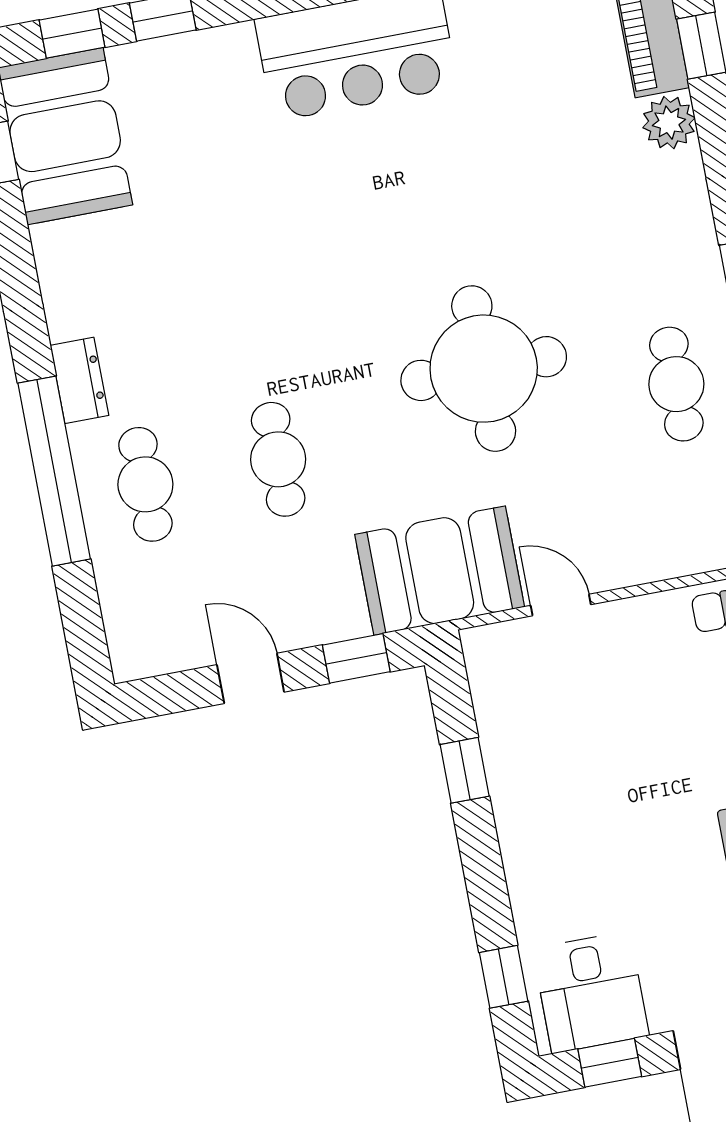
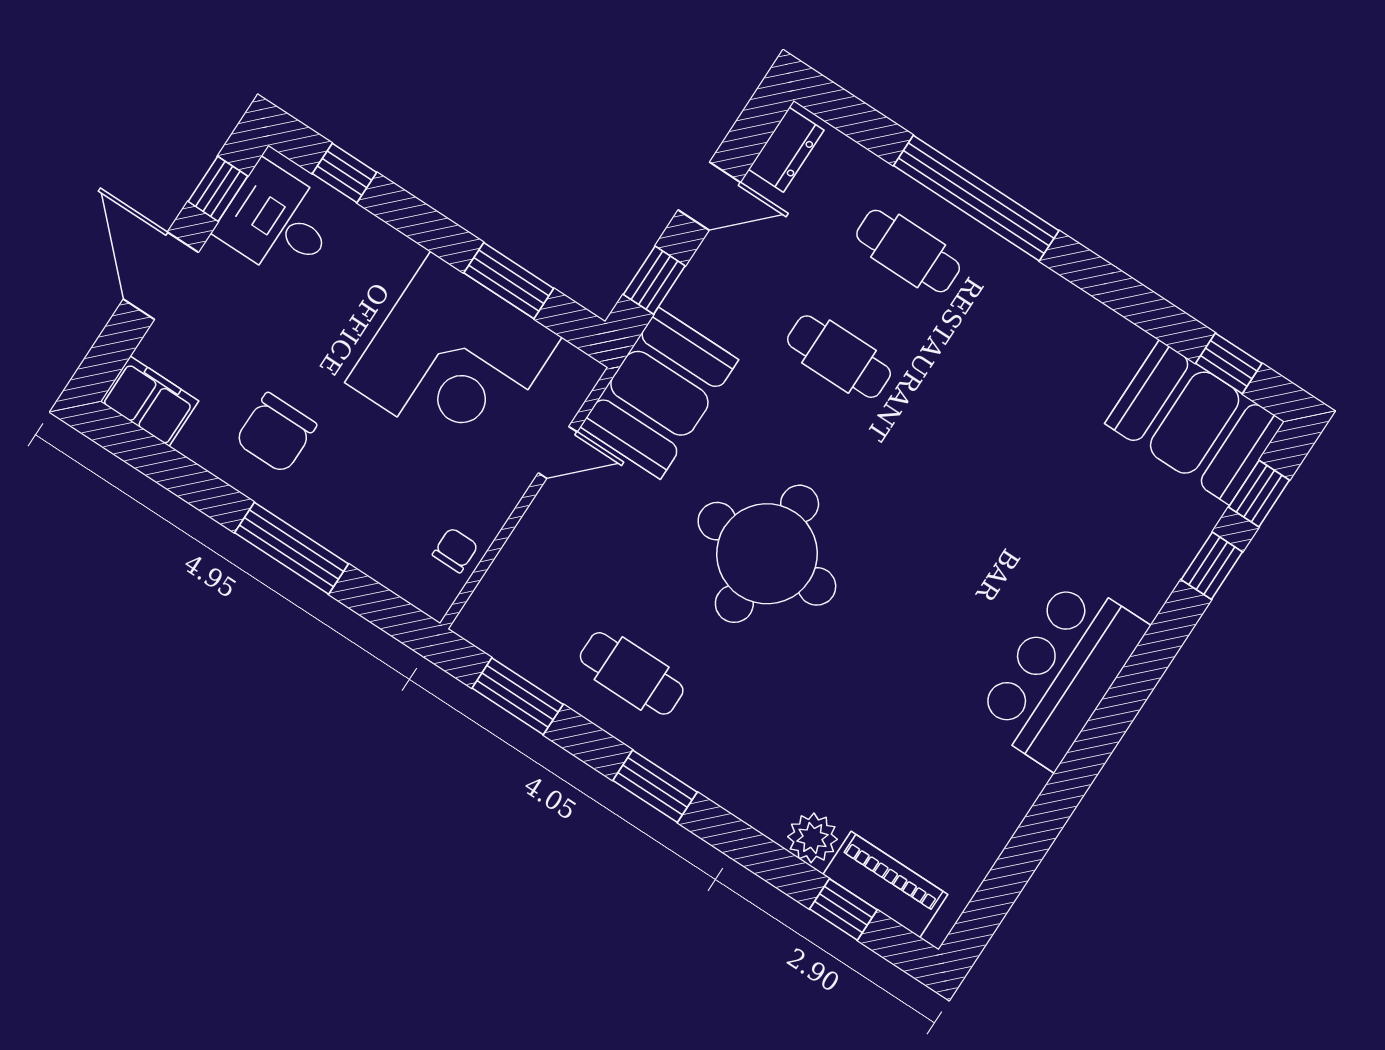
dresser: (79, 380) -> (786, 150), moved, turned -90
corner desk: (567, 754) -> (453, 360), added
window: (465, 770) -> (509, 281), width x1.50

